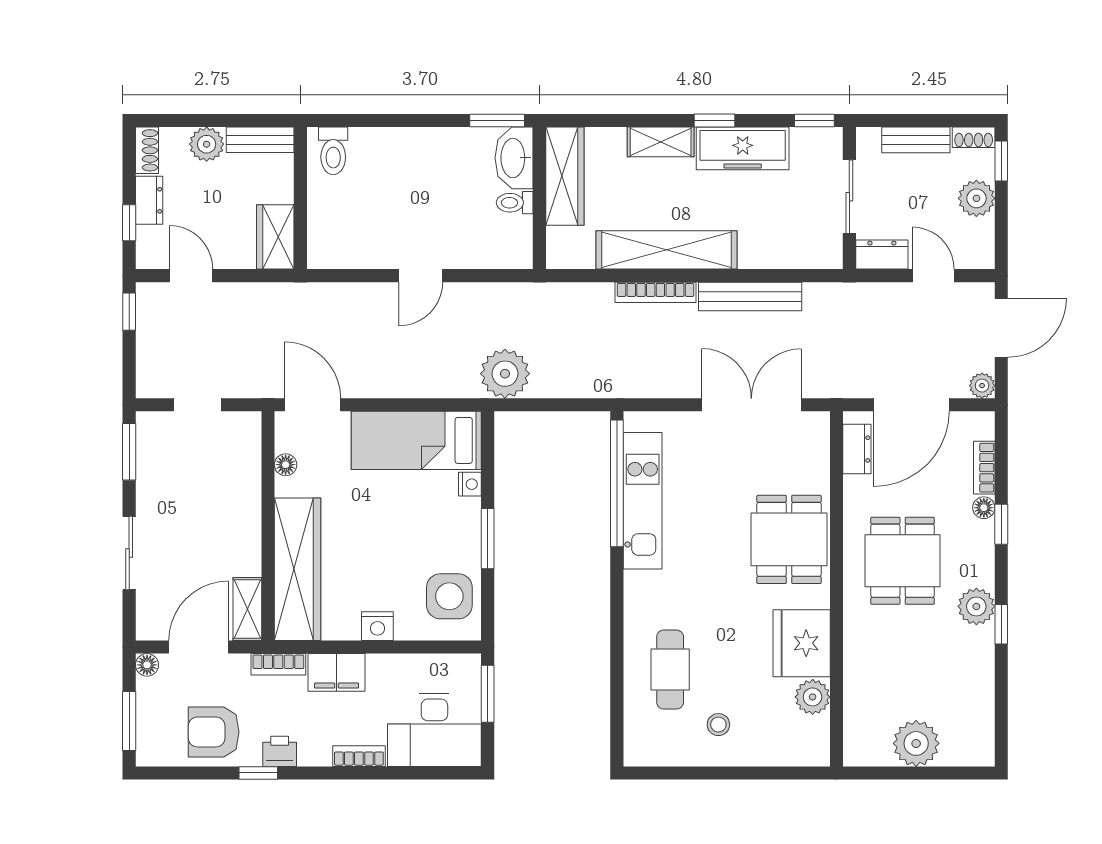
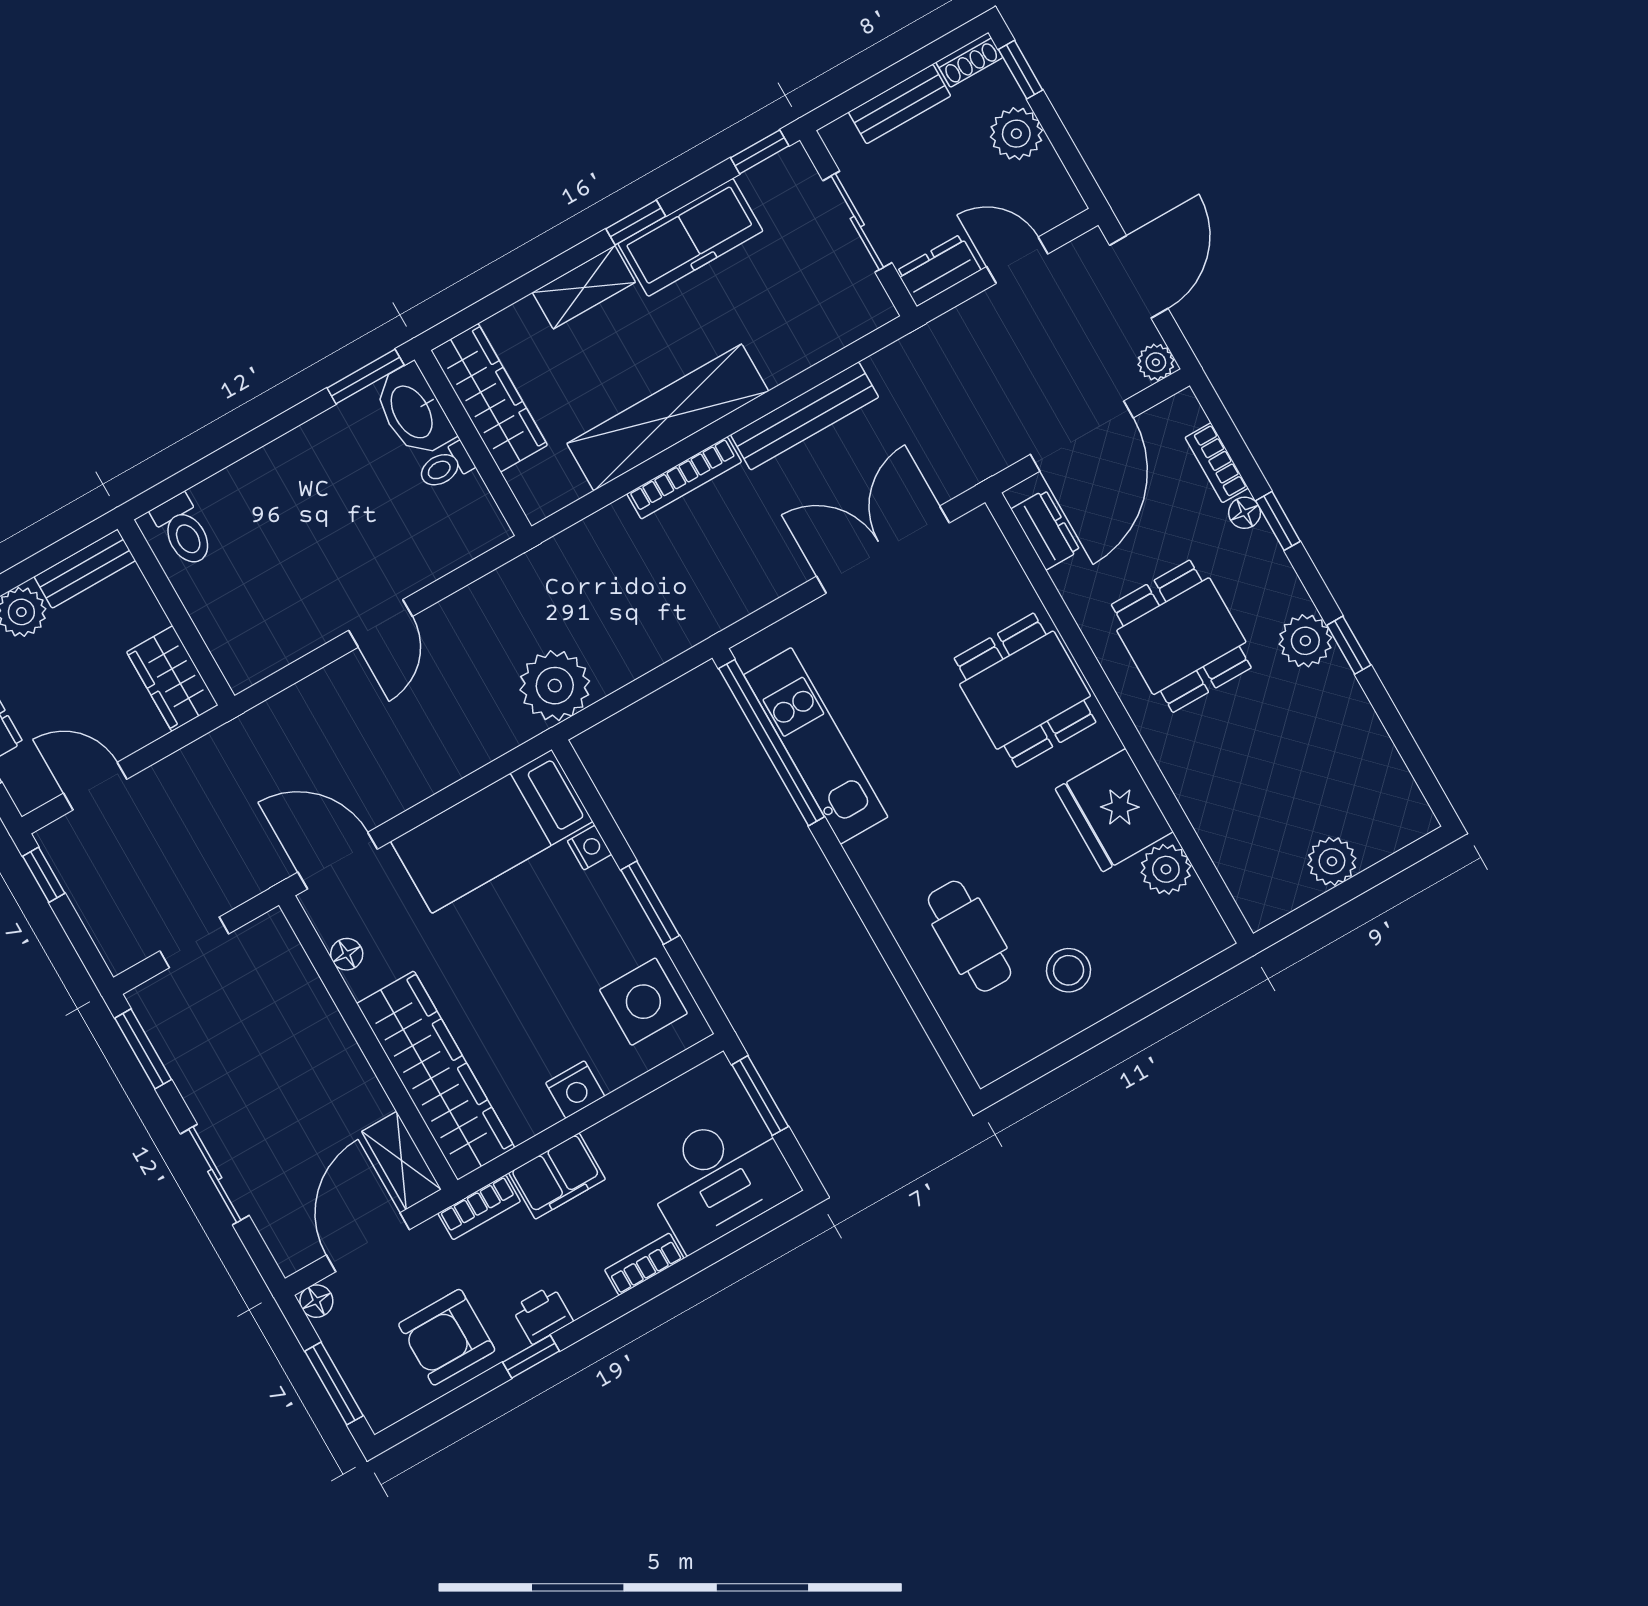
stool: (718, 725) -> (1069, 970), width x1.37, depth x1.37
plant: (916, 743) -> (1332, 861), width x0.73, depth x0.73

